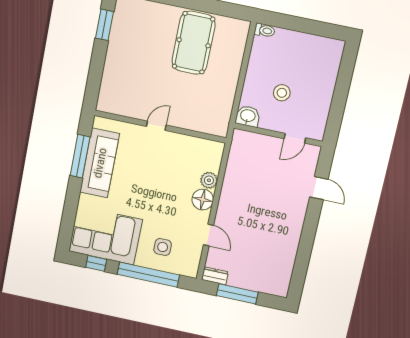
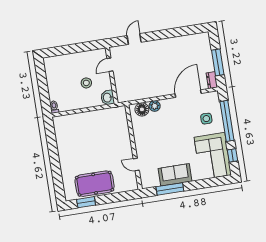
pool table: (194, 43) -> (95, 184), moved
door: (156, 126) -> (136, 164), moved
door: (295, 138) -> (110, 65), swing flipped
sofa: (100, 163) -> (175, 175), width x0.73
floor lamp: (203, 200) -> (142, 109), moved
door: (208, 235) -> (188, 94), width x1.88

